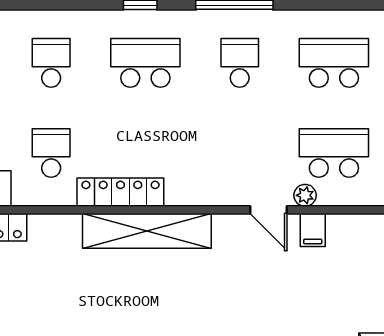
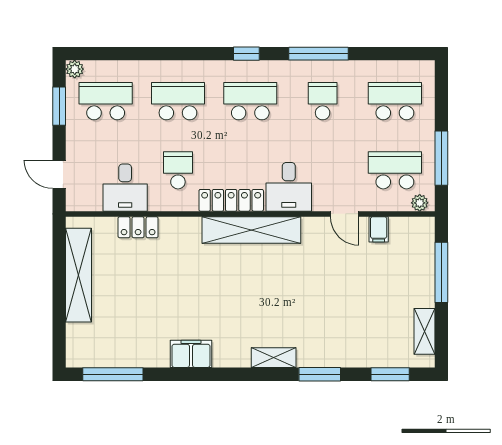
school desk: (51, 63) -> (178, 101), width x1.85
desk: (196, 174) -> (289, 187), added
plant: (305, 195) -> (420, 203), moved

